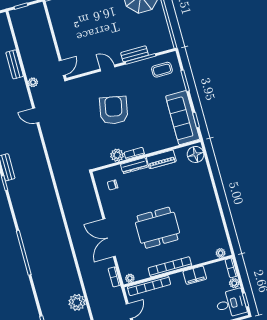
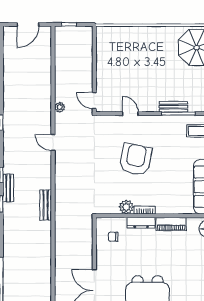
bench: (15, 64) -> (46, 205), moved
door: (62, 68) -> (94, 101), swing flipped
door: (107, 68) -> (130, 114), moved

